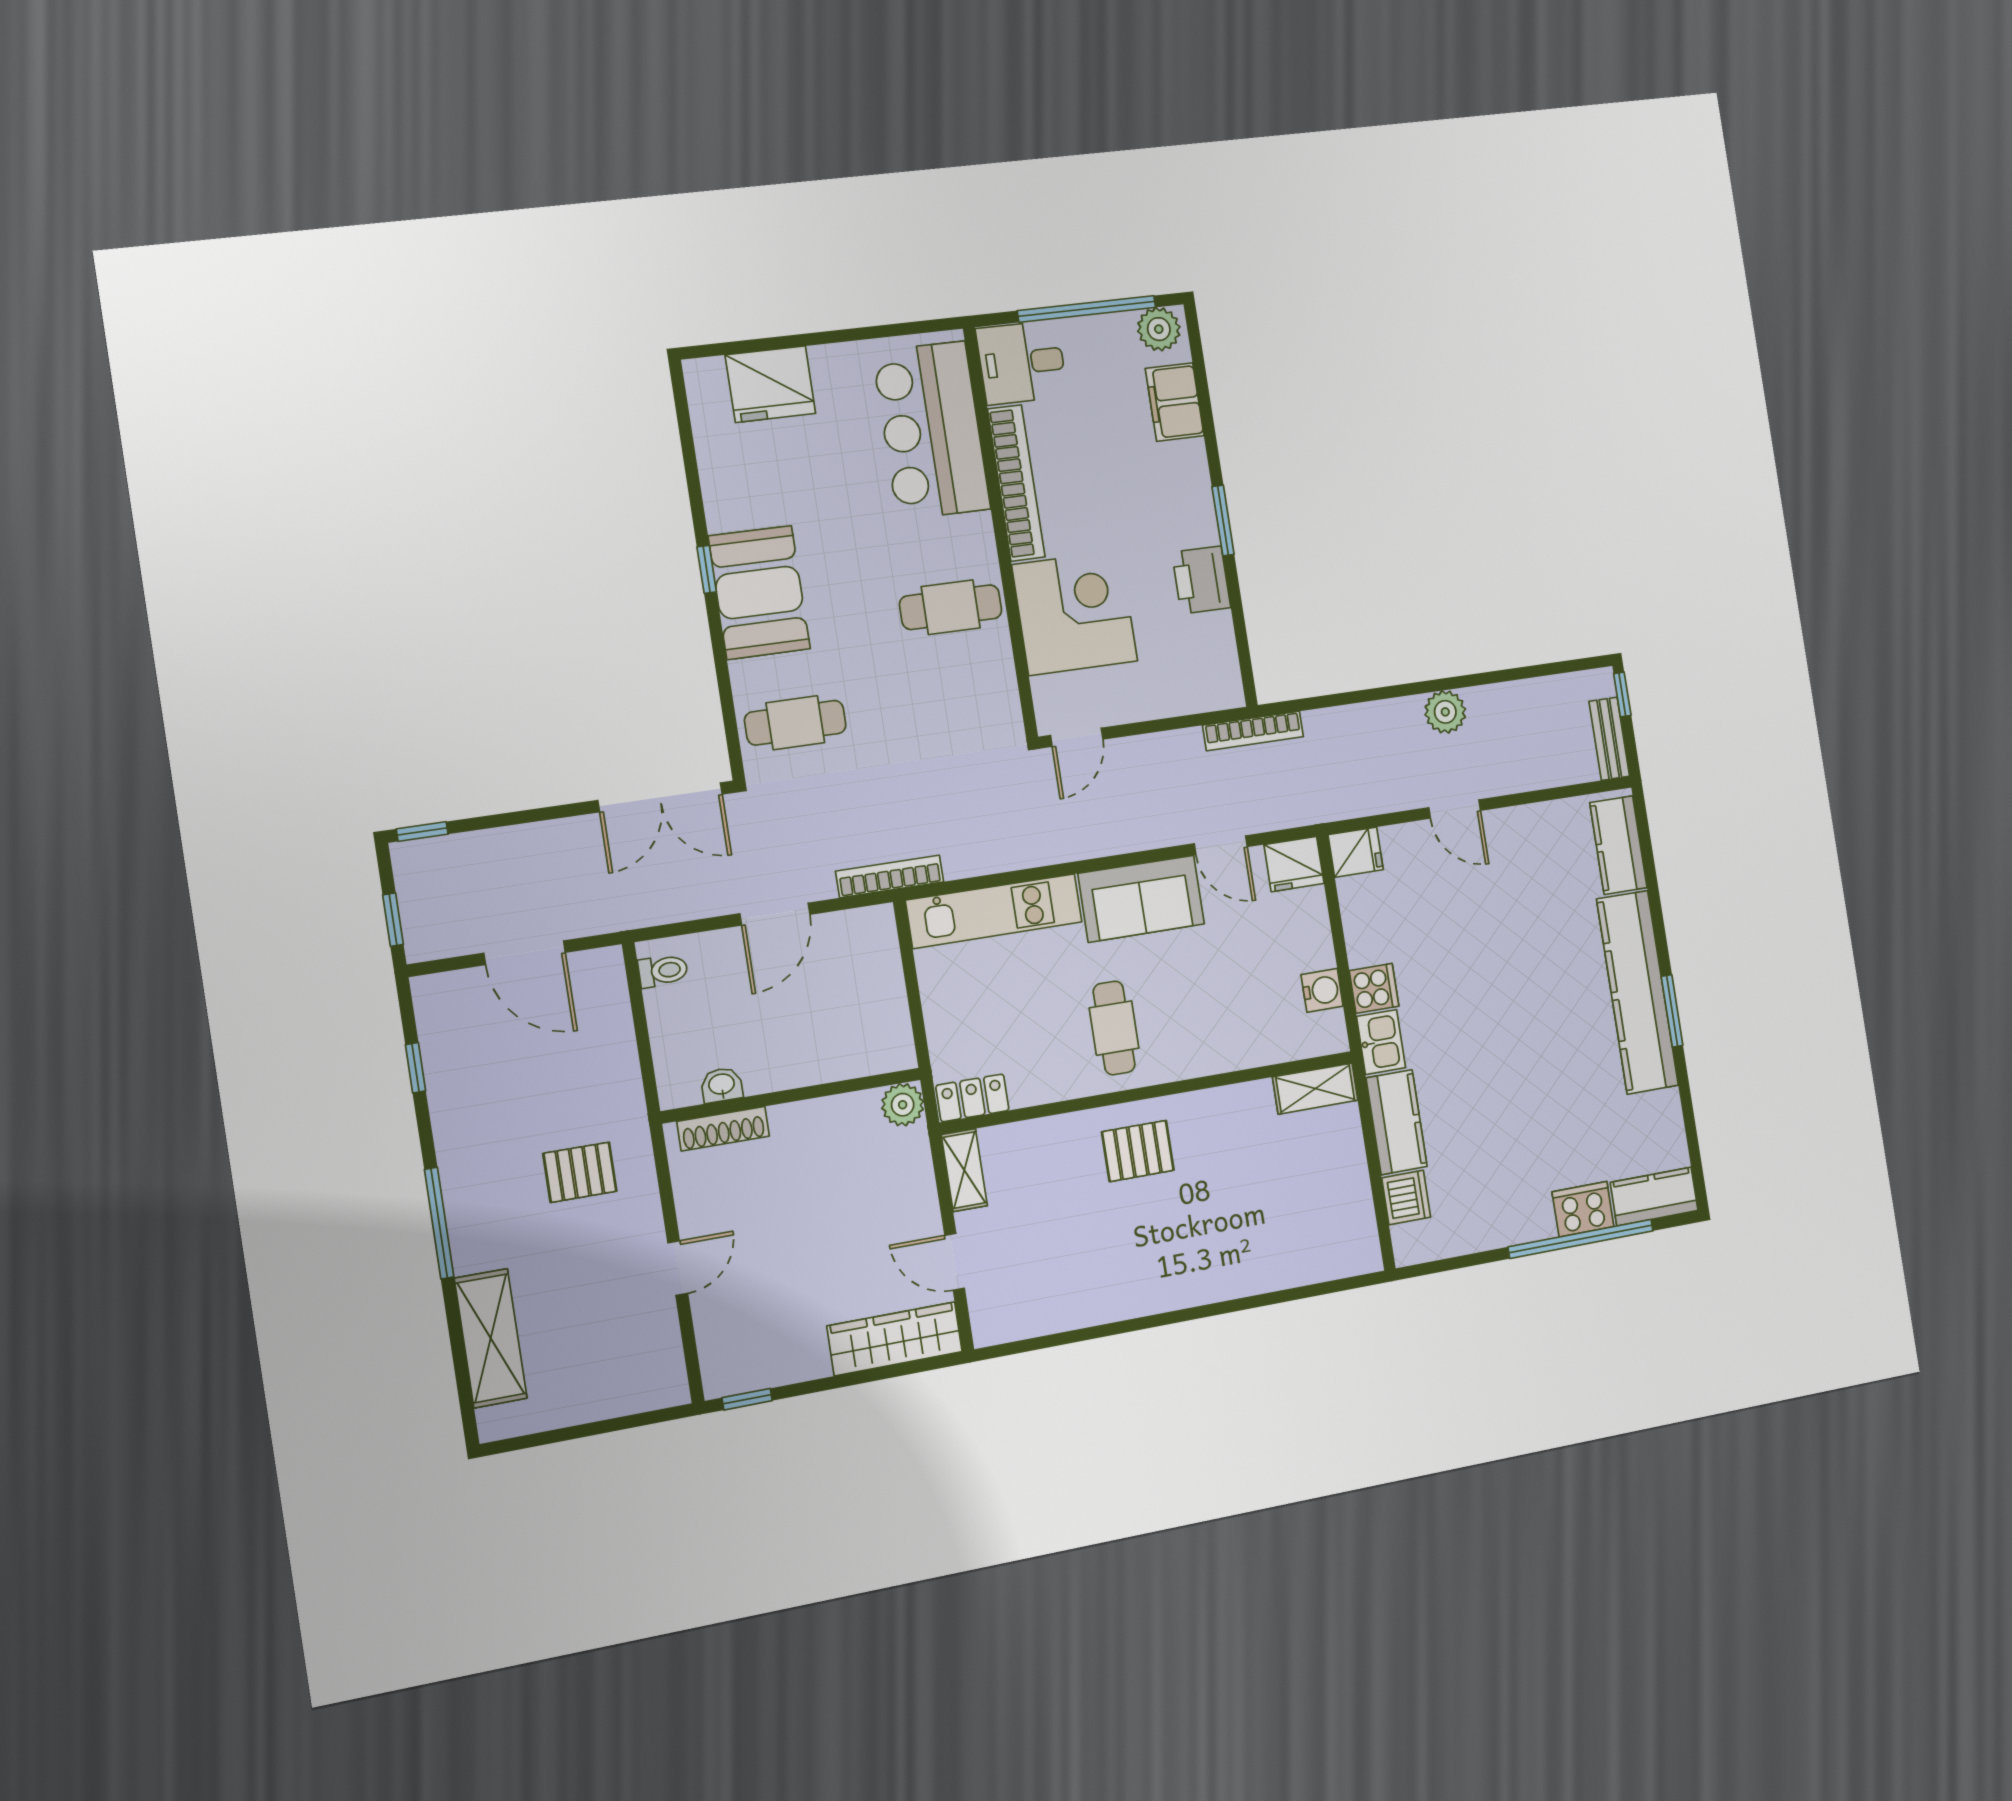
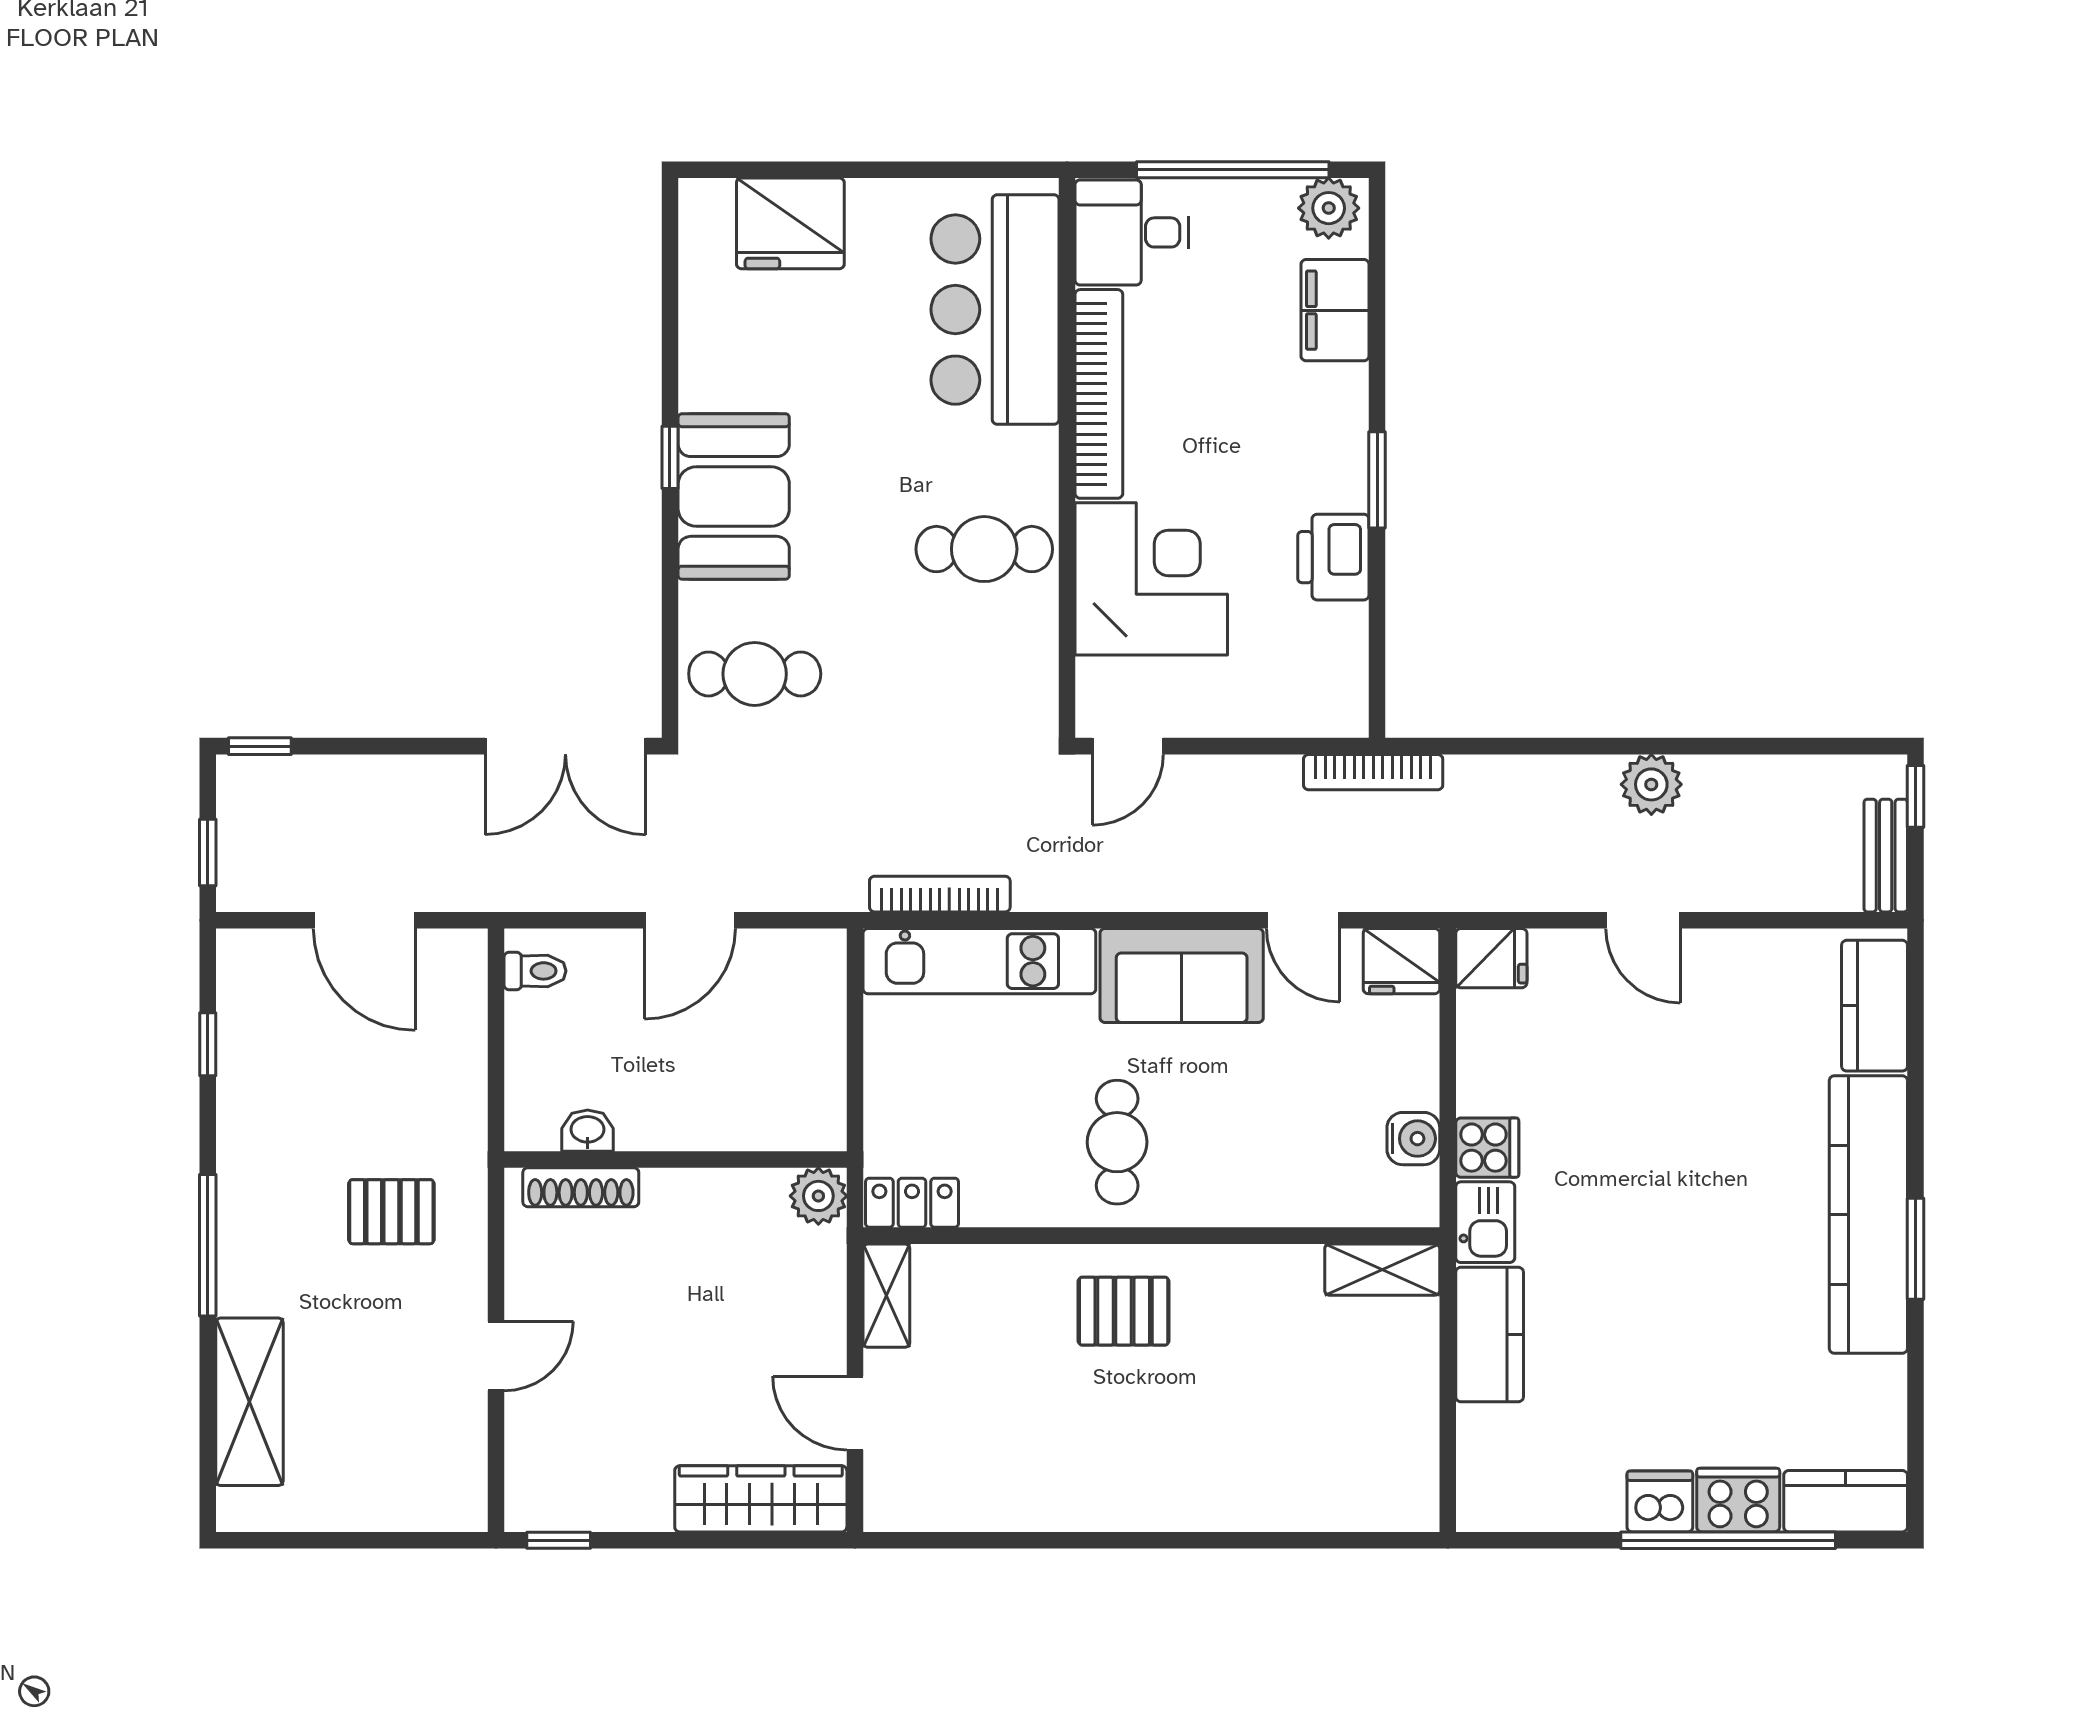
bookcase: (890, 876) -> (940, 894), moved
dishwasher: (1406, 1198) -> (1660, 1501), moved, turned -90

